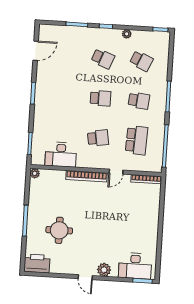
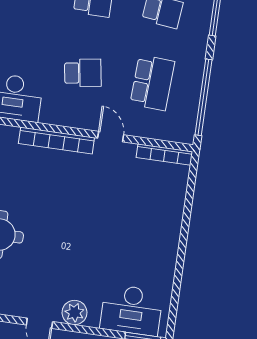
door: (116, 172) -> (111, 137), swing flipped

